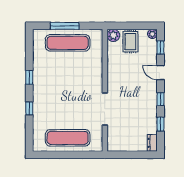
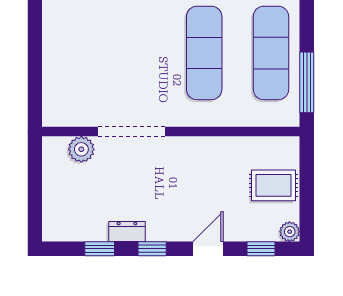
window: (65, 26) -> (307, 82), moved
plant: (113, 35) -> (81, 149), moved
exercise mat: (68, 138) -> (204, 53), moved
dresser: (152, 143) -> (127, 232), moved

